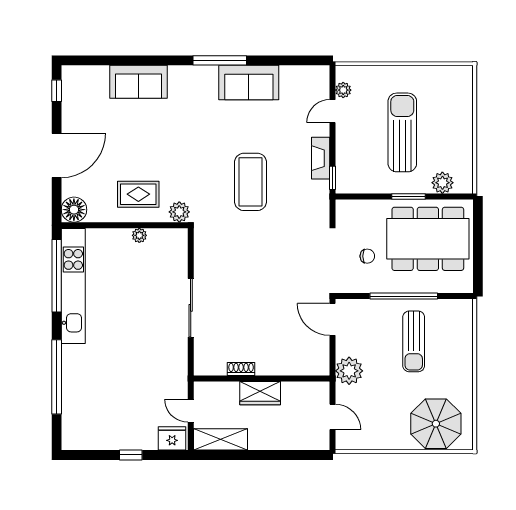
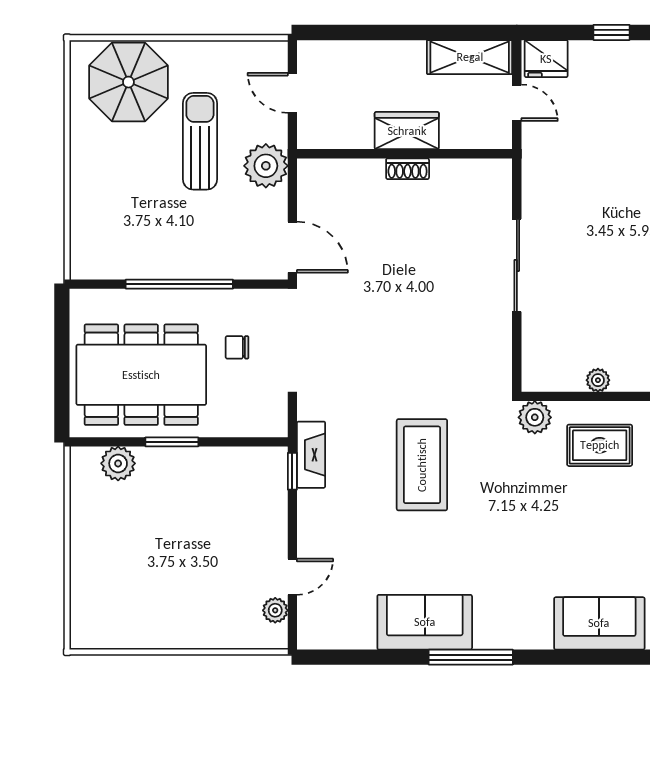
sun lounger: (402, 132) -> (182, 543), removed
fireplace: (321, 158) -> (311, 455), moved
sun lounger: (414, 341) -> (200, 141), moved
shoe rack: (241, 369) -> (408, 169), moved

